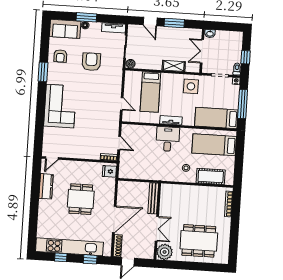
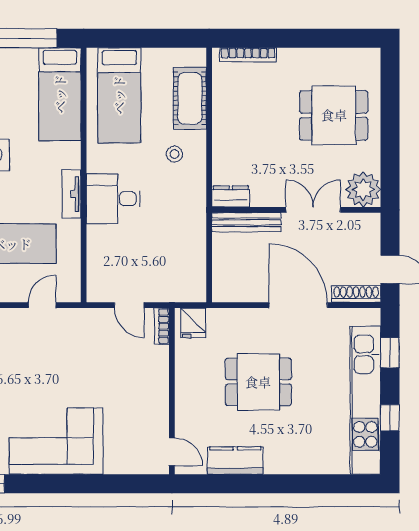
door: (119, 143) -> (129, 305), swing flipped
dresser: (165, 192) -> (231, 196), added
dining table: (199, 241) -> (334, 115), width x0.73

